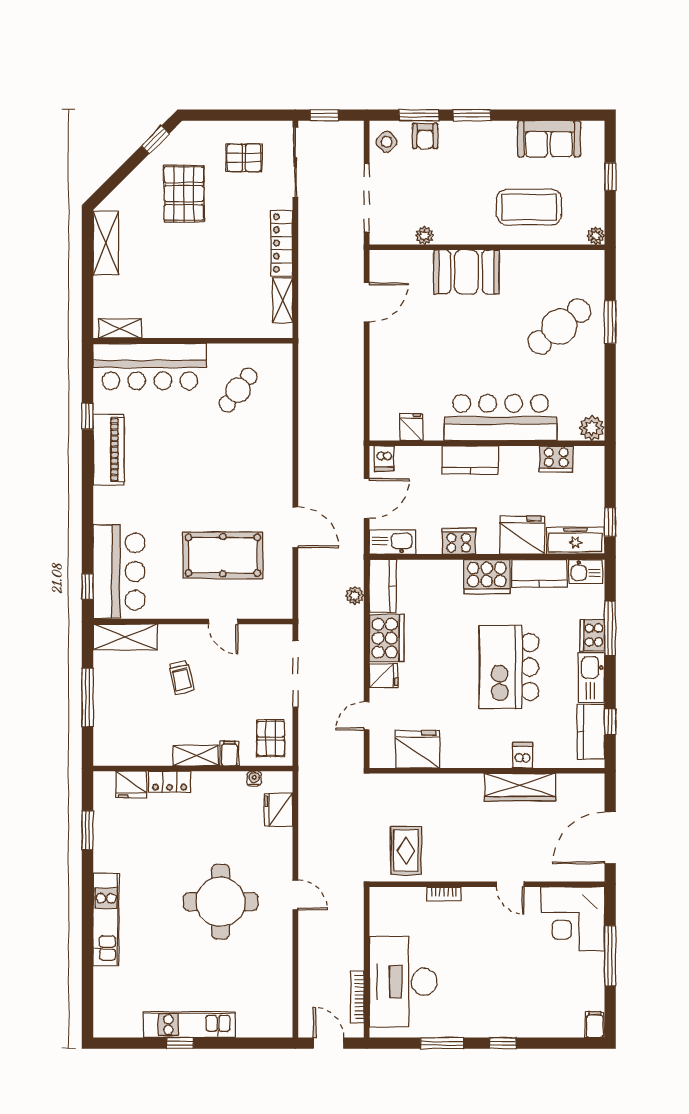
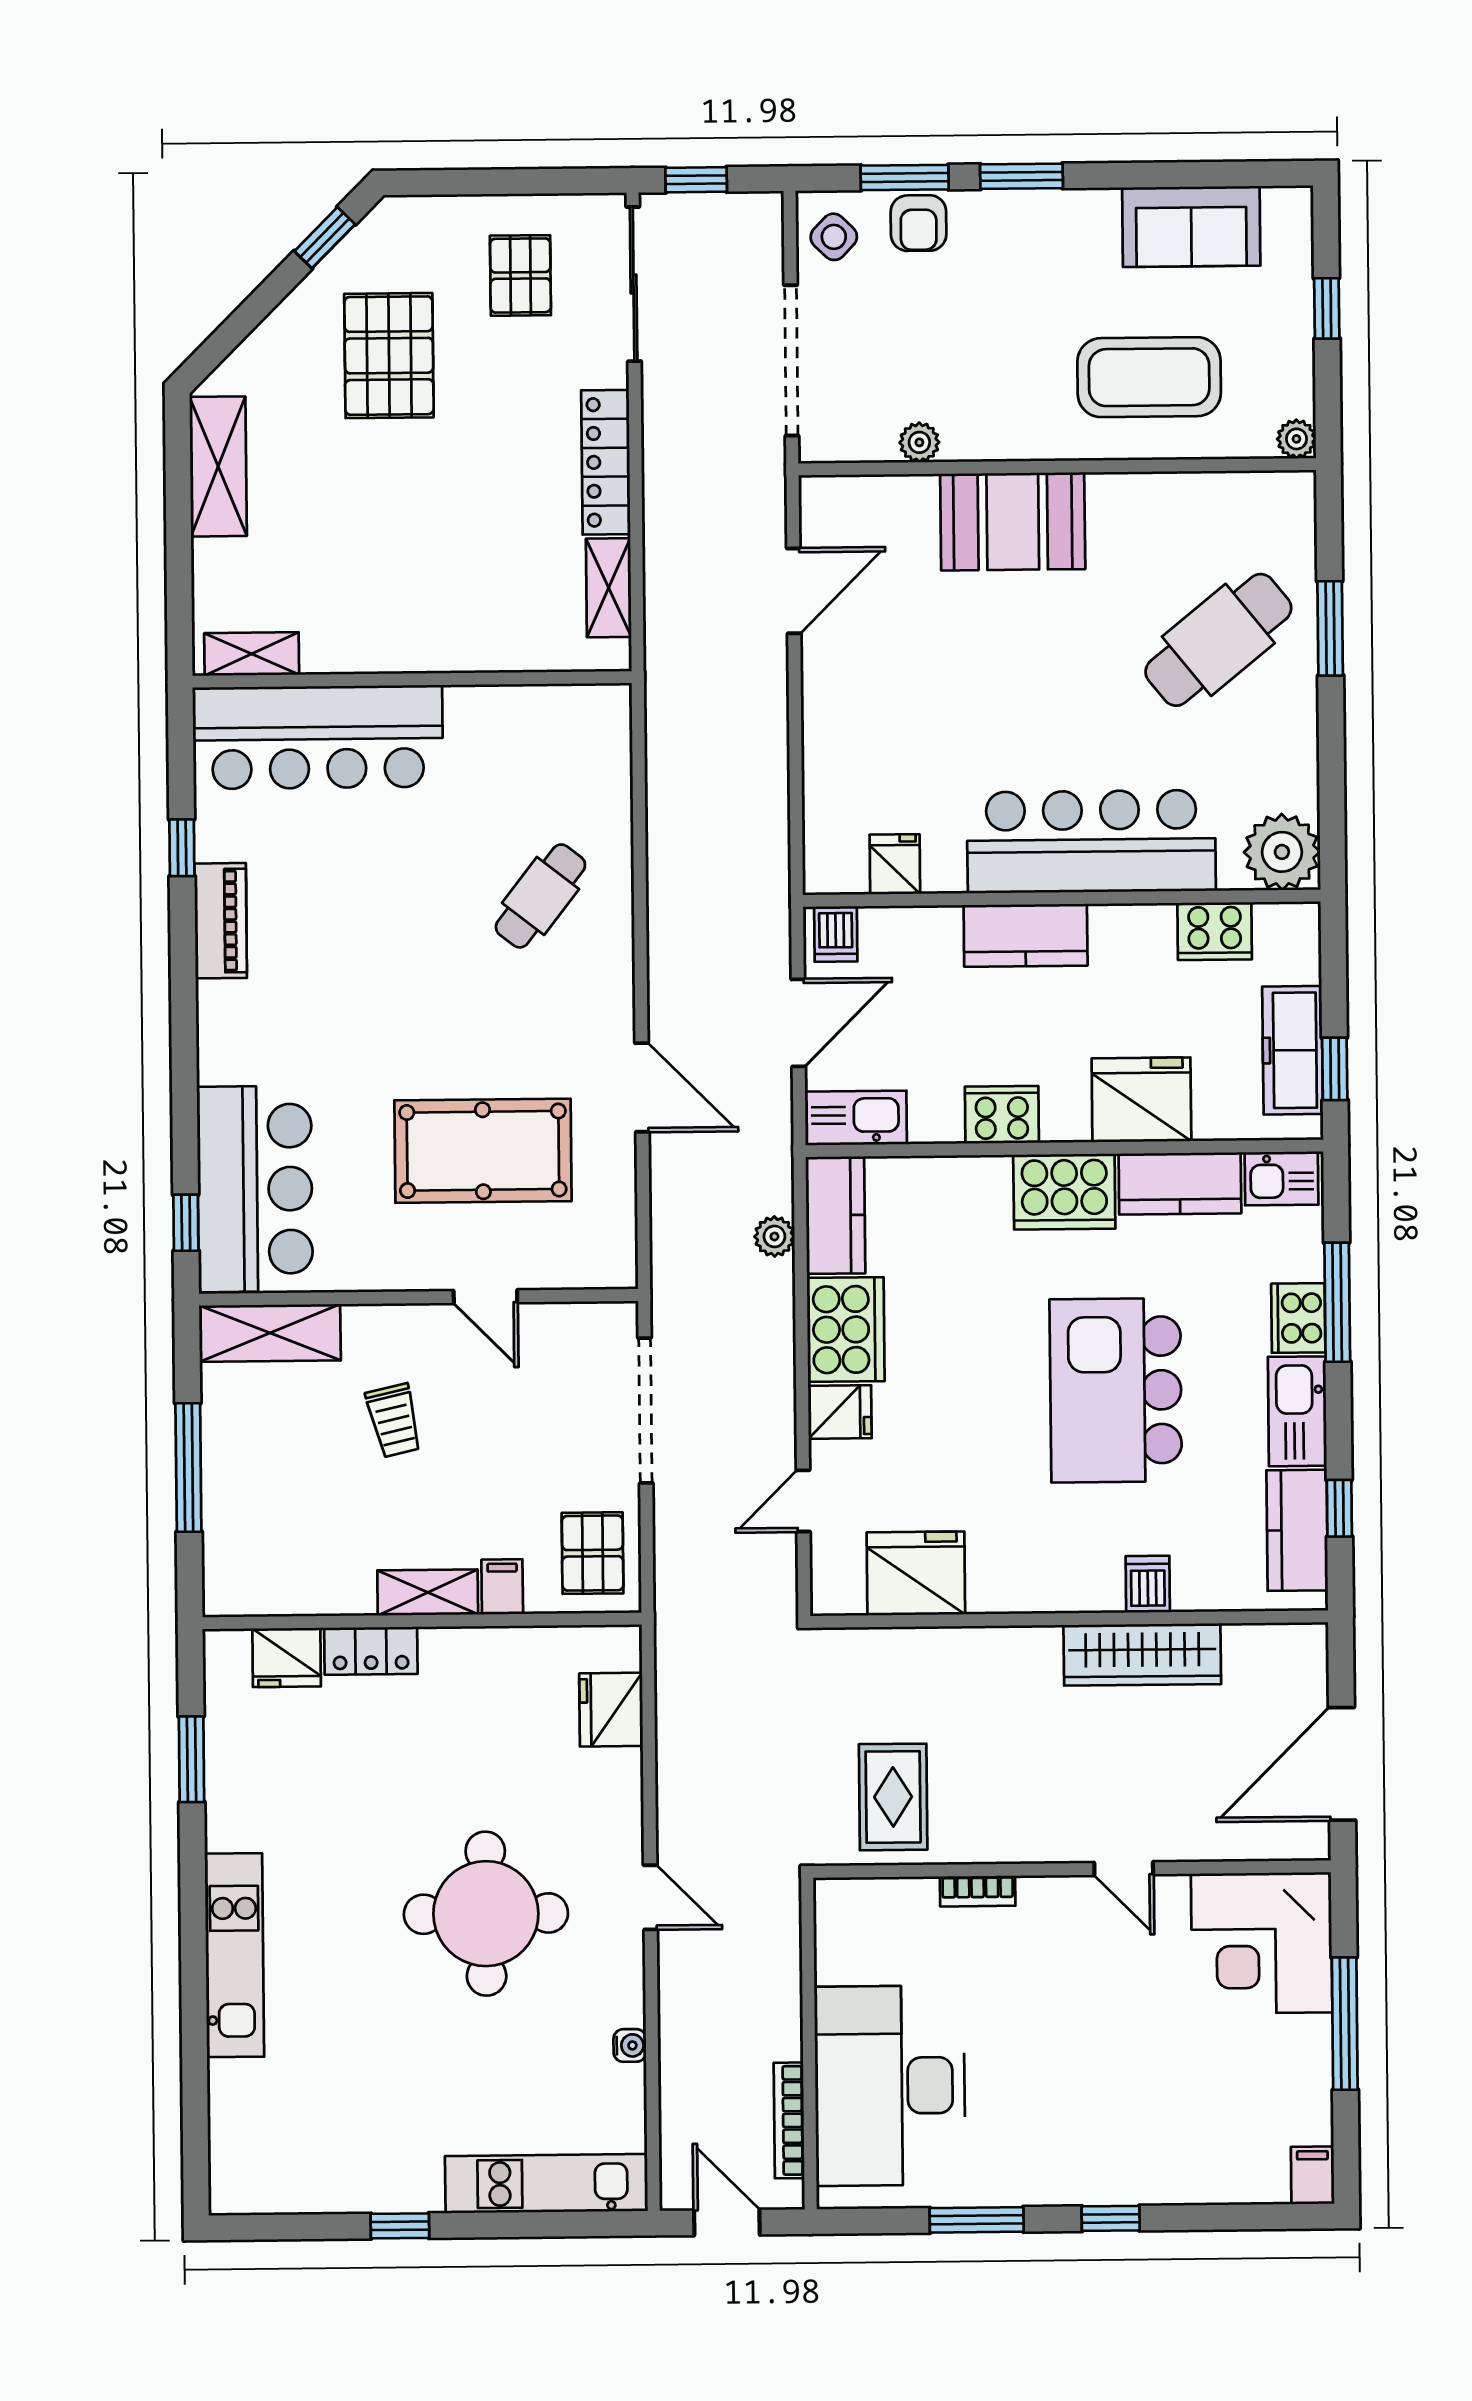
pallet: (244, 158) -> (520, 275), turned 90
cafe table: (238, 390) -> (540, 896), moved
plant: (592, 428) -> (1282, 852), width x1.36, depth x1.36
piano: (109, 449) -> (221, 921), width x0.73, depth x0.75
freezer: (575, 541) -> (1293, 1050), moved, turned -90
water cooler: (254, 779) -> (630, 2045), moved, turned 90
kitchen unit: (189, 1025) -> (546, 2184), moved

